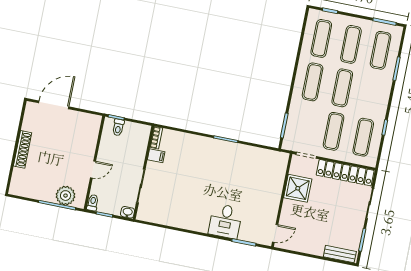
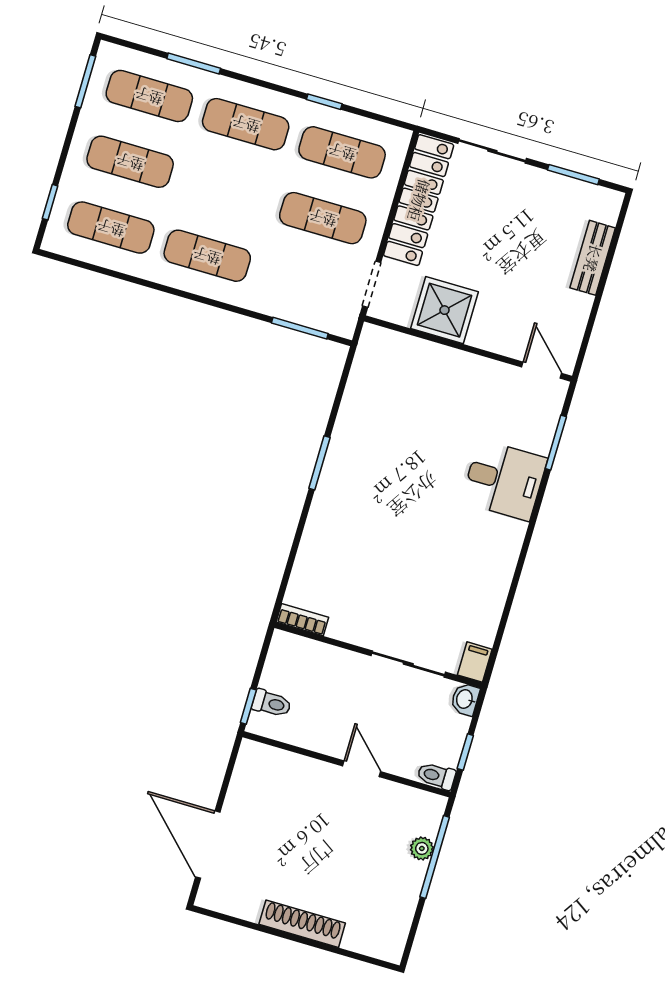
exercise mat: (342, 88) -> (246, 124), moved
filing cabinet: (156, 156) -> (475, 662), moved
plant: (66, 196) -> (422, 848), width x0.53, depth x0.53
bench: (340, 254) -> (593, 258), moved

